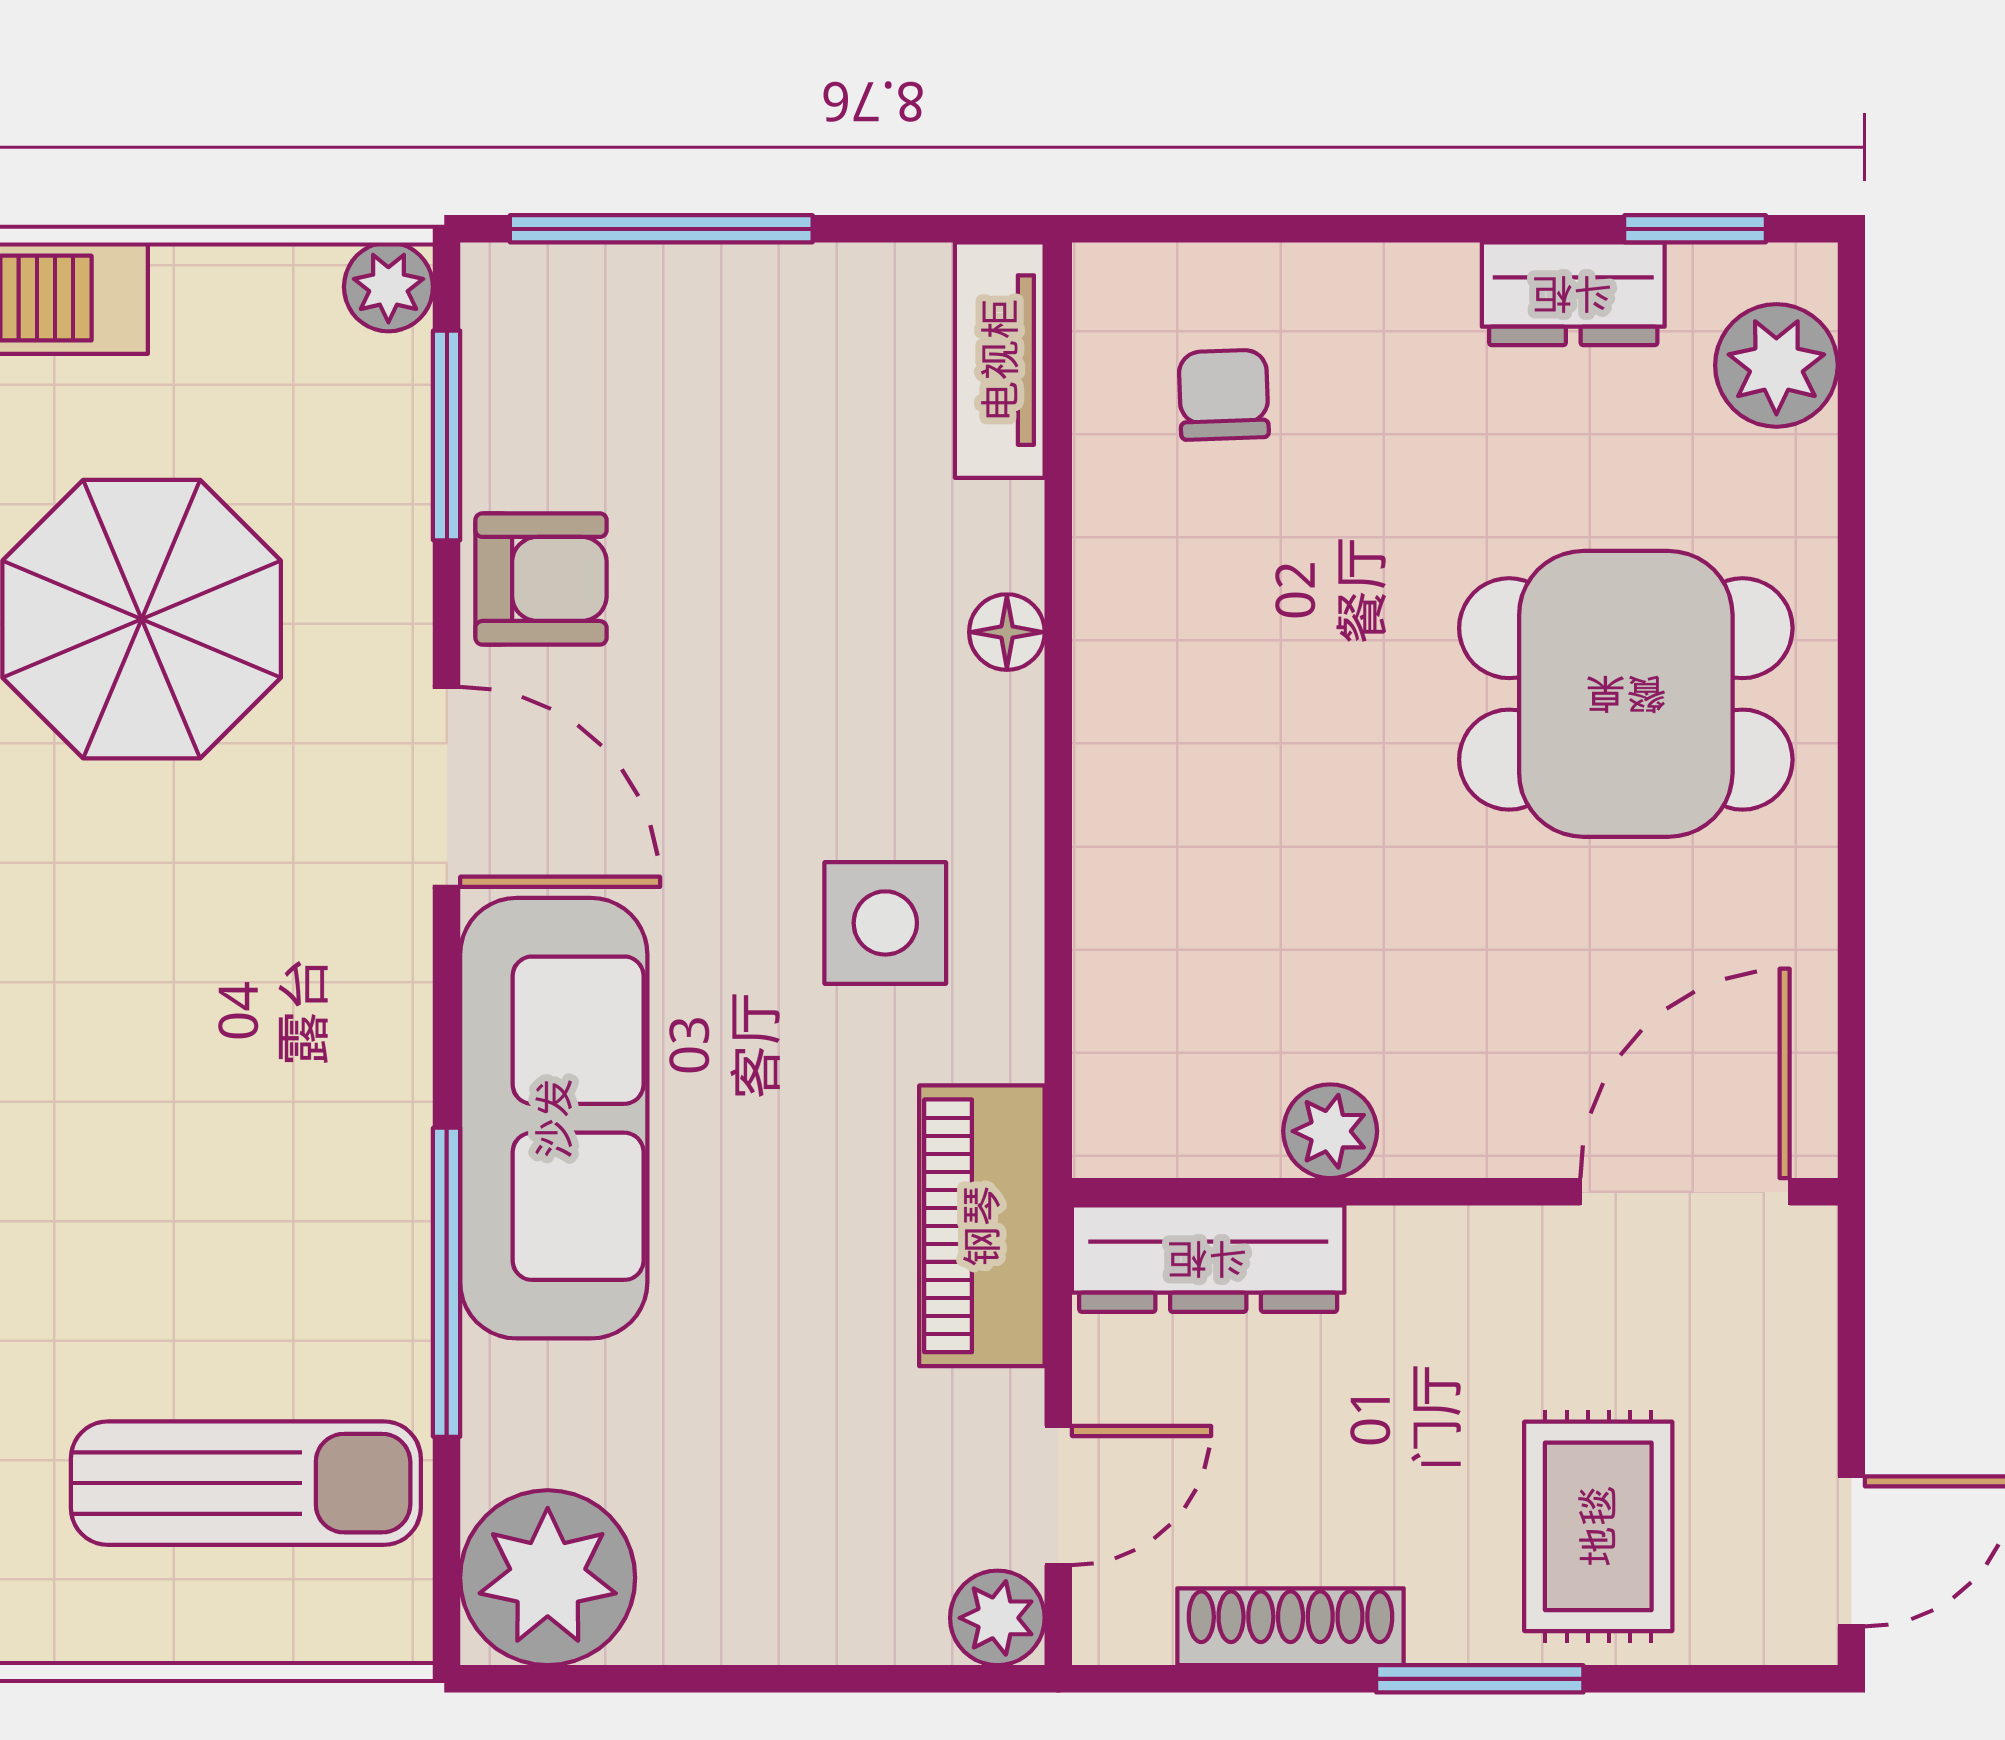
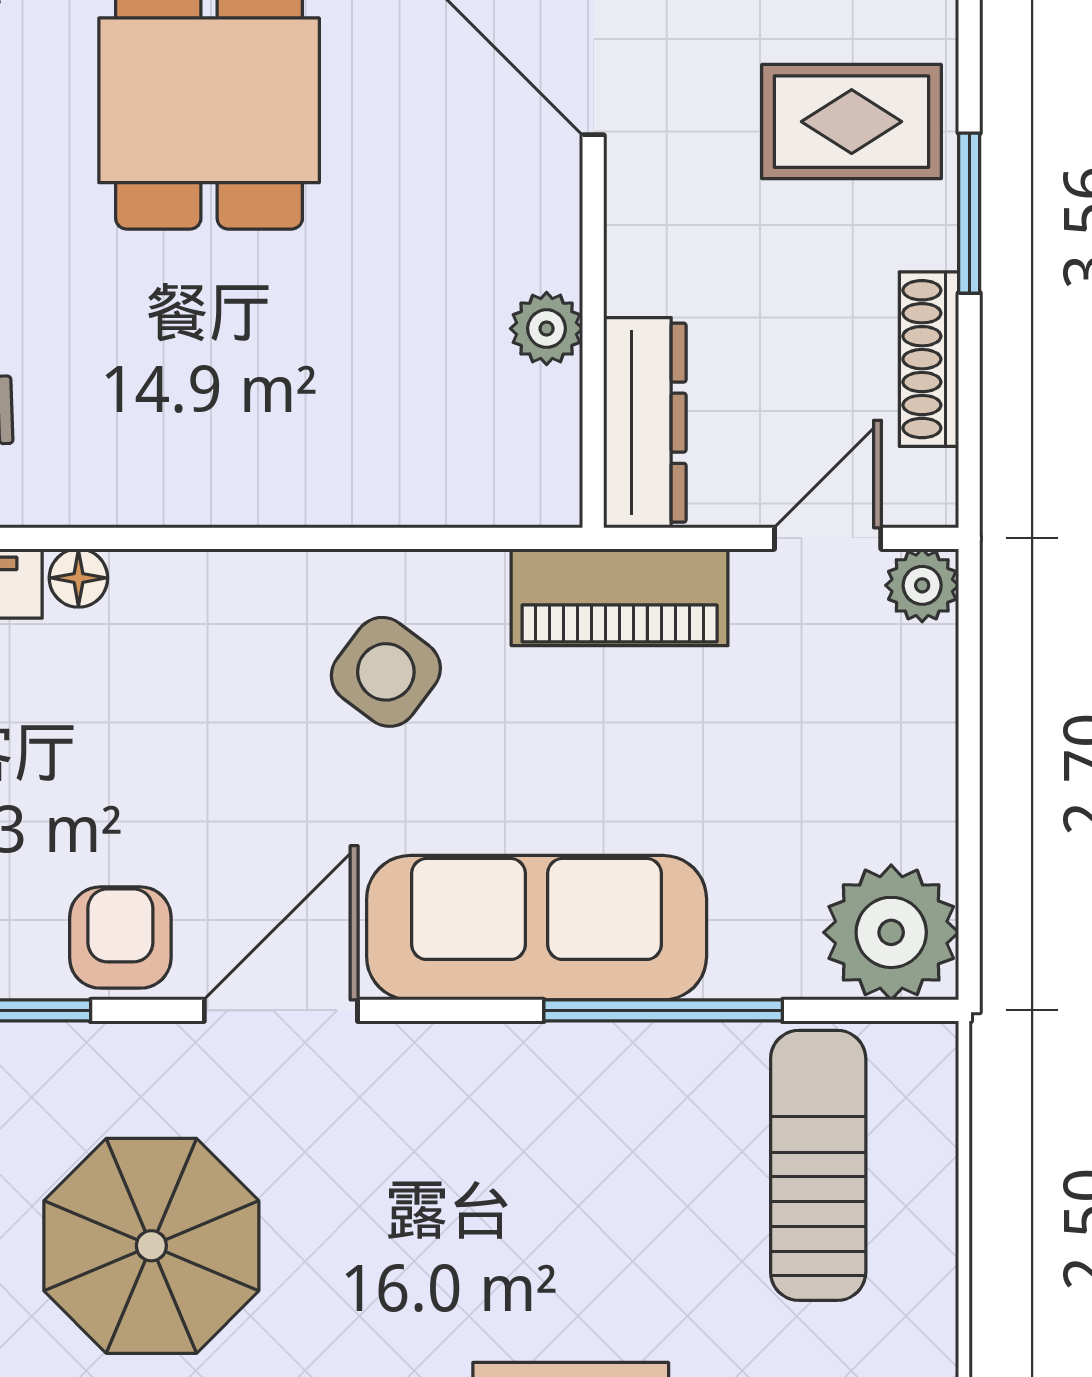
floor lamp: (1007, 632) -> (78, 578), moved
side table: (885, 923) -> (386, 672), turned 37
door: (1058, 1496) -> (828, 538), hinge flipped

